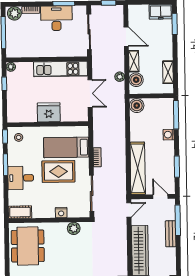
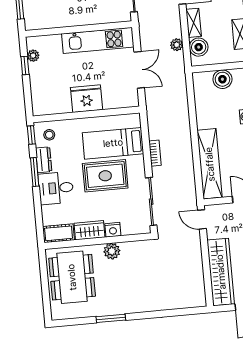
plant: (11, 67) -> (33, 56), moved
boiler: (137, 106) -> (222, 79), moved
dresser: (13, 156) -> (44, 160), added
door: (129, 210) -> (202, 219), swing flipped
wardrobe: (44, 212) -> (90, 230), added
plant: (74, 228) -> (112, 251), moved

